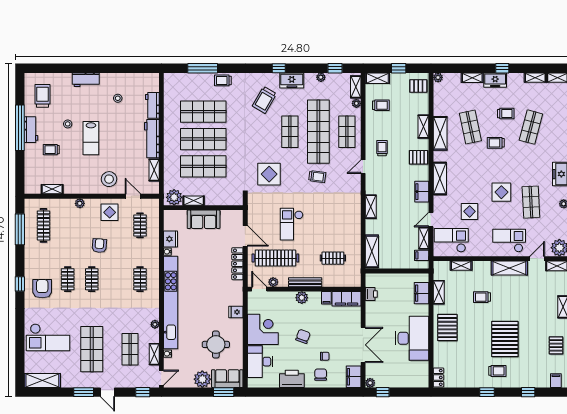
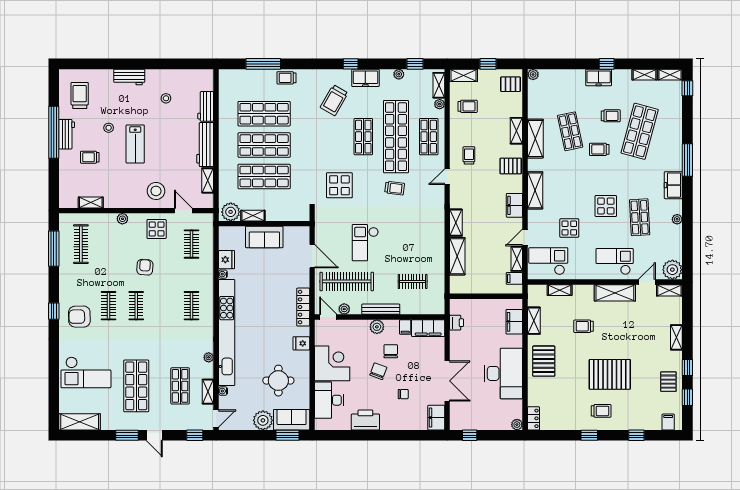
shelving: (472, 78) -> (572, 75), removed
shop shelf: (531, 127) -> (640, 131), width x1.43, depth x1.36
shelving: (372, 251) -> (457, 256), moved
locker: (237, 264) -> (303, 307), moved
armchair: (42, 289) -> (79, 317), turned -91
pallet: (505, 339) -> (610, 374), turned 90
chair: (321, 375) -> (391, 351), moved
plant: (370, 383) -> (517, 425), moved

